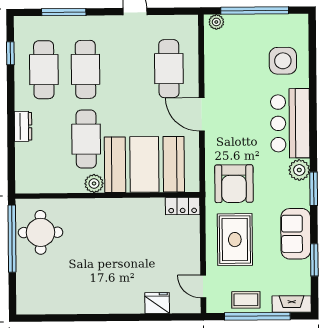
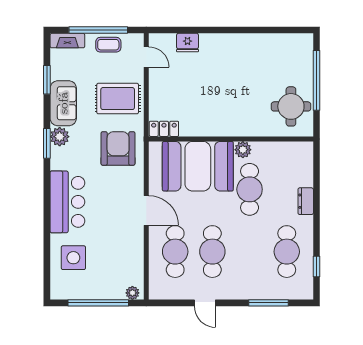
cafe table: (86, 69) -> (212, 252), moved
plant: (299, 170) -> (60, 137), moved
window: (12, 239) -> (317, 80), moved
rug: (235, 240) -> (118, 99), turned 90

